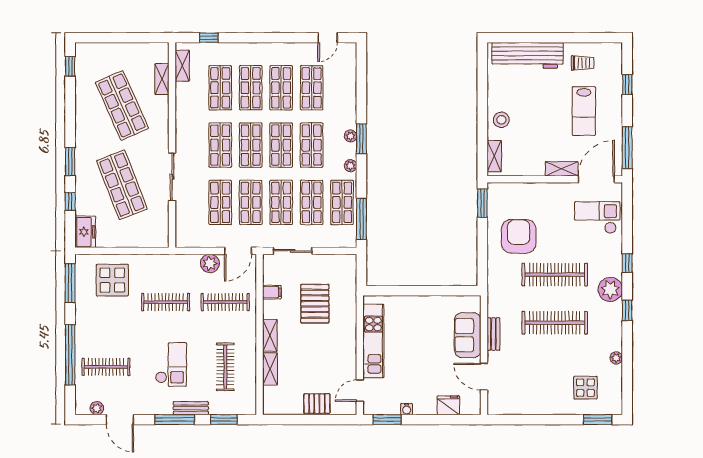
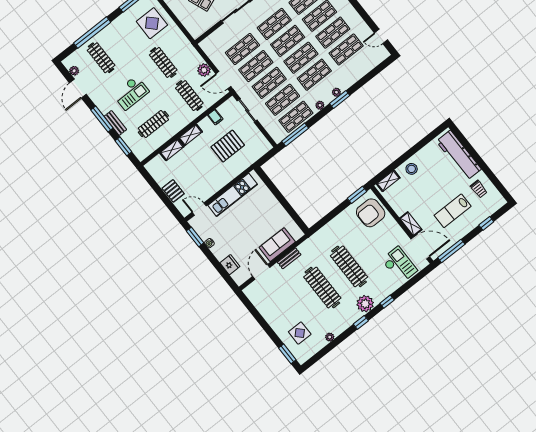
armchair: (519, 236) -> (371, 213), moved, turned 180

